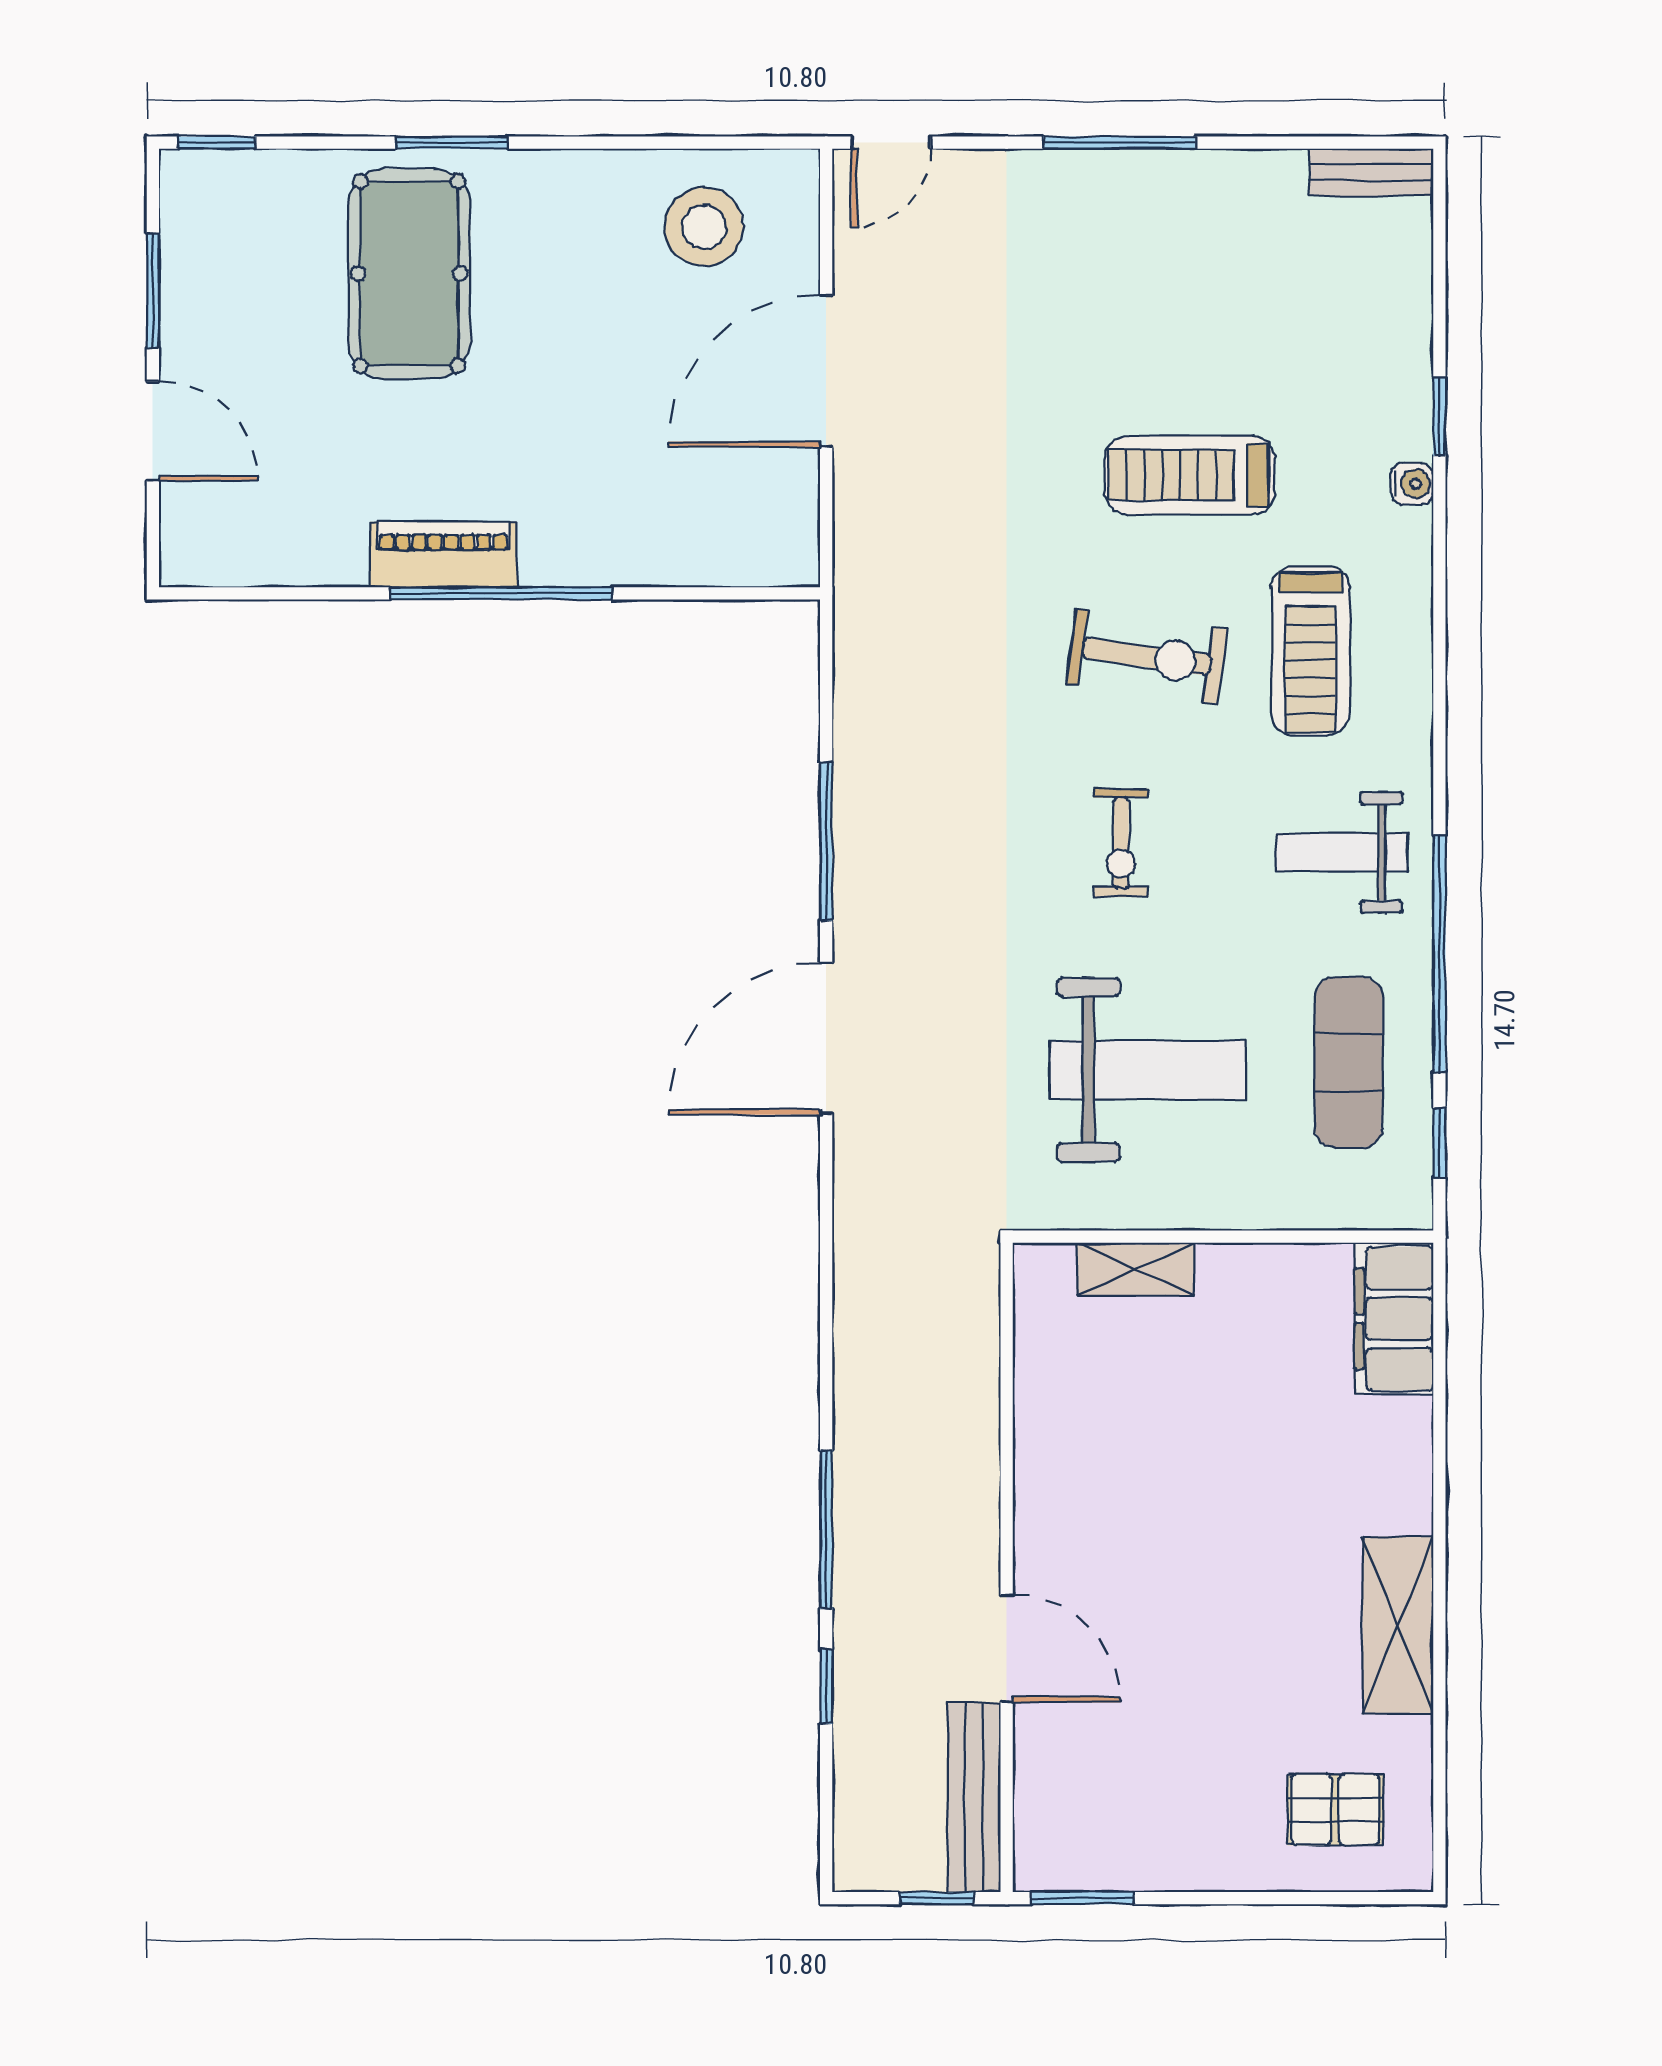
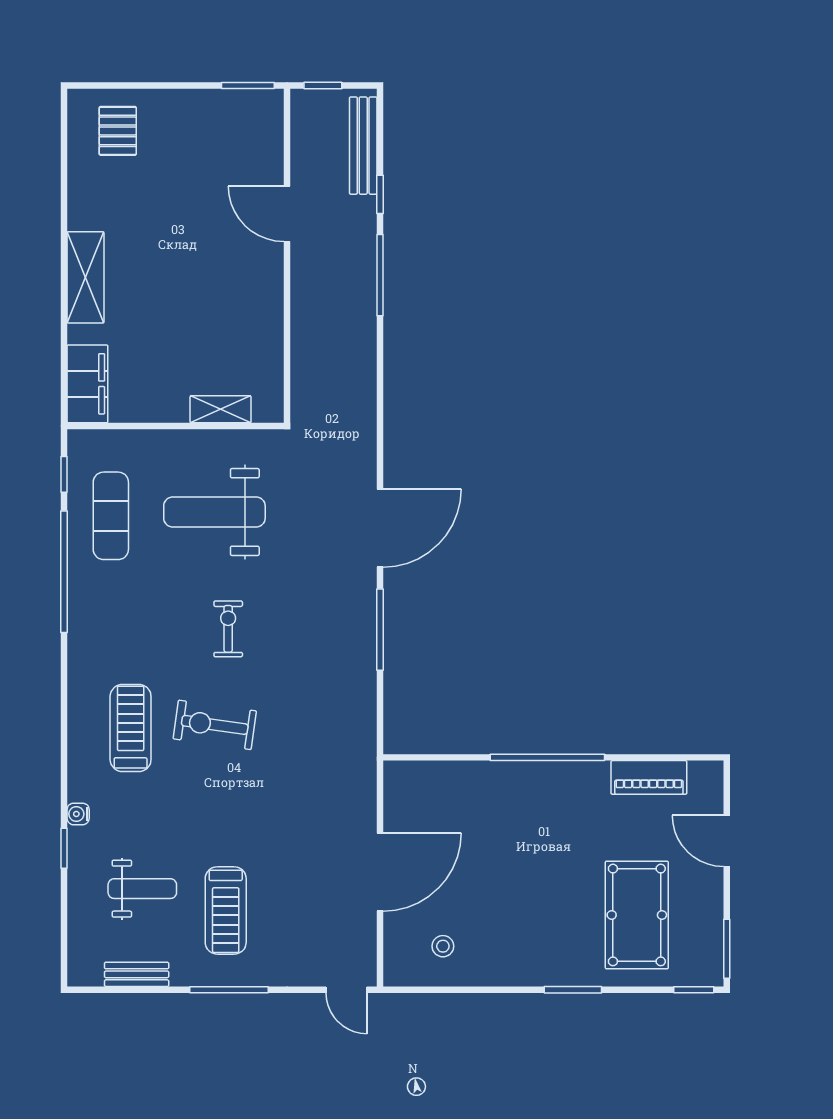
door: (891, 143) -> (346, 990), swing flipped
bench: (1371, 172) -> (137, 974), moved
stool: (704, 227) -> (443, 946), width x0.53, depth x0.53
pool table: (409, 274) -> (637, 915), moved
window: (153, 291) -> (727, 949), moved
treadmill: (1190, 475) -> (226, 910), moved, turned 90
piano: (443, 555) -> (649, 777), moved
weight bench: (1342, 852) -> (142, 889), moved
shelving: (1398, 1625) -> (85, 277), moved
bench: (974, 1797) -> (363, 146), moved
pallet: (1335, 1810) -> (118, 131), turned 90

